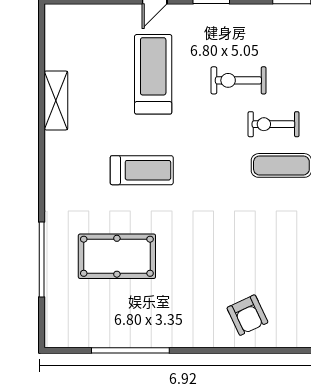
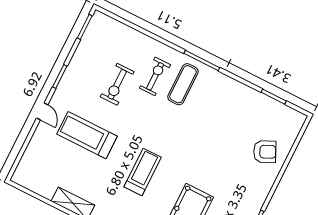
exercise bike: (273, 124) -> (155, 76), turned 180

